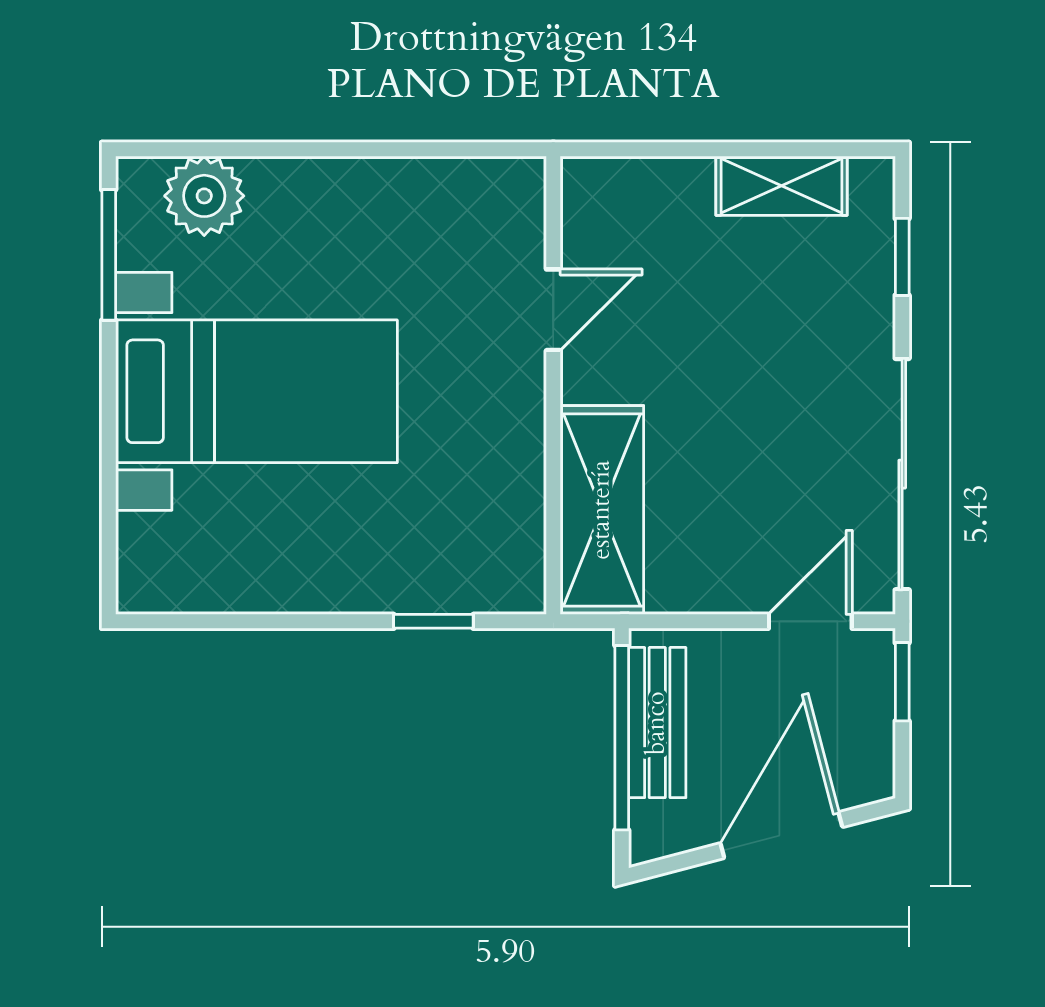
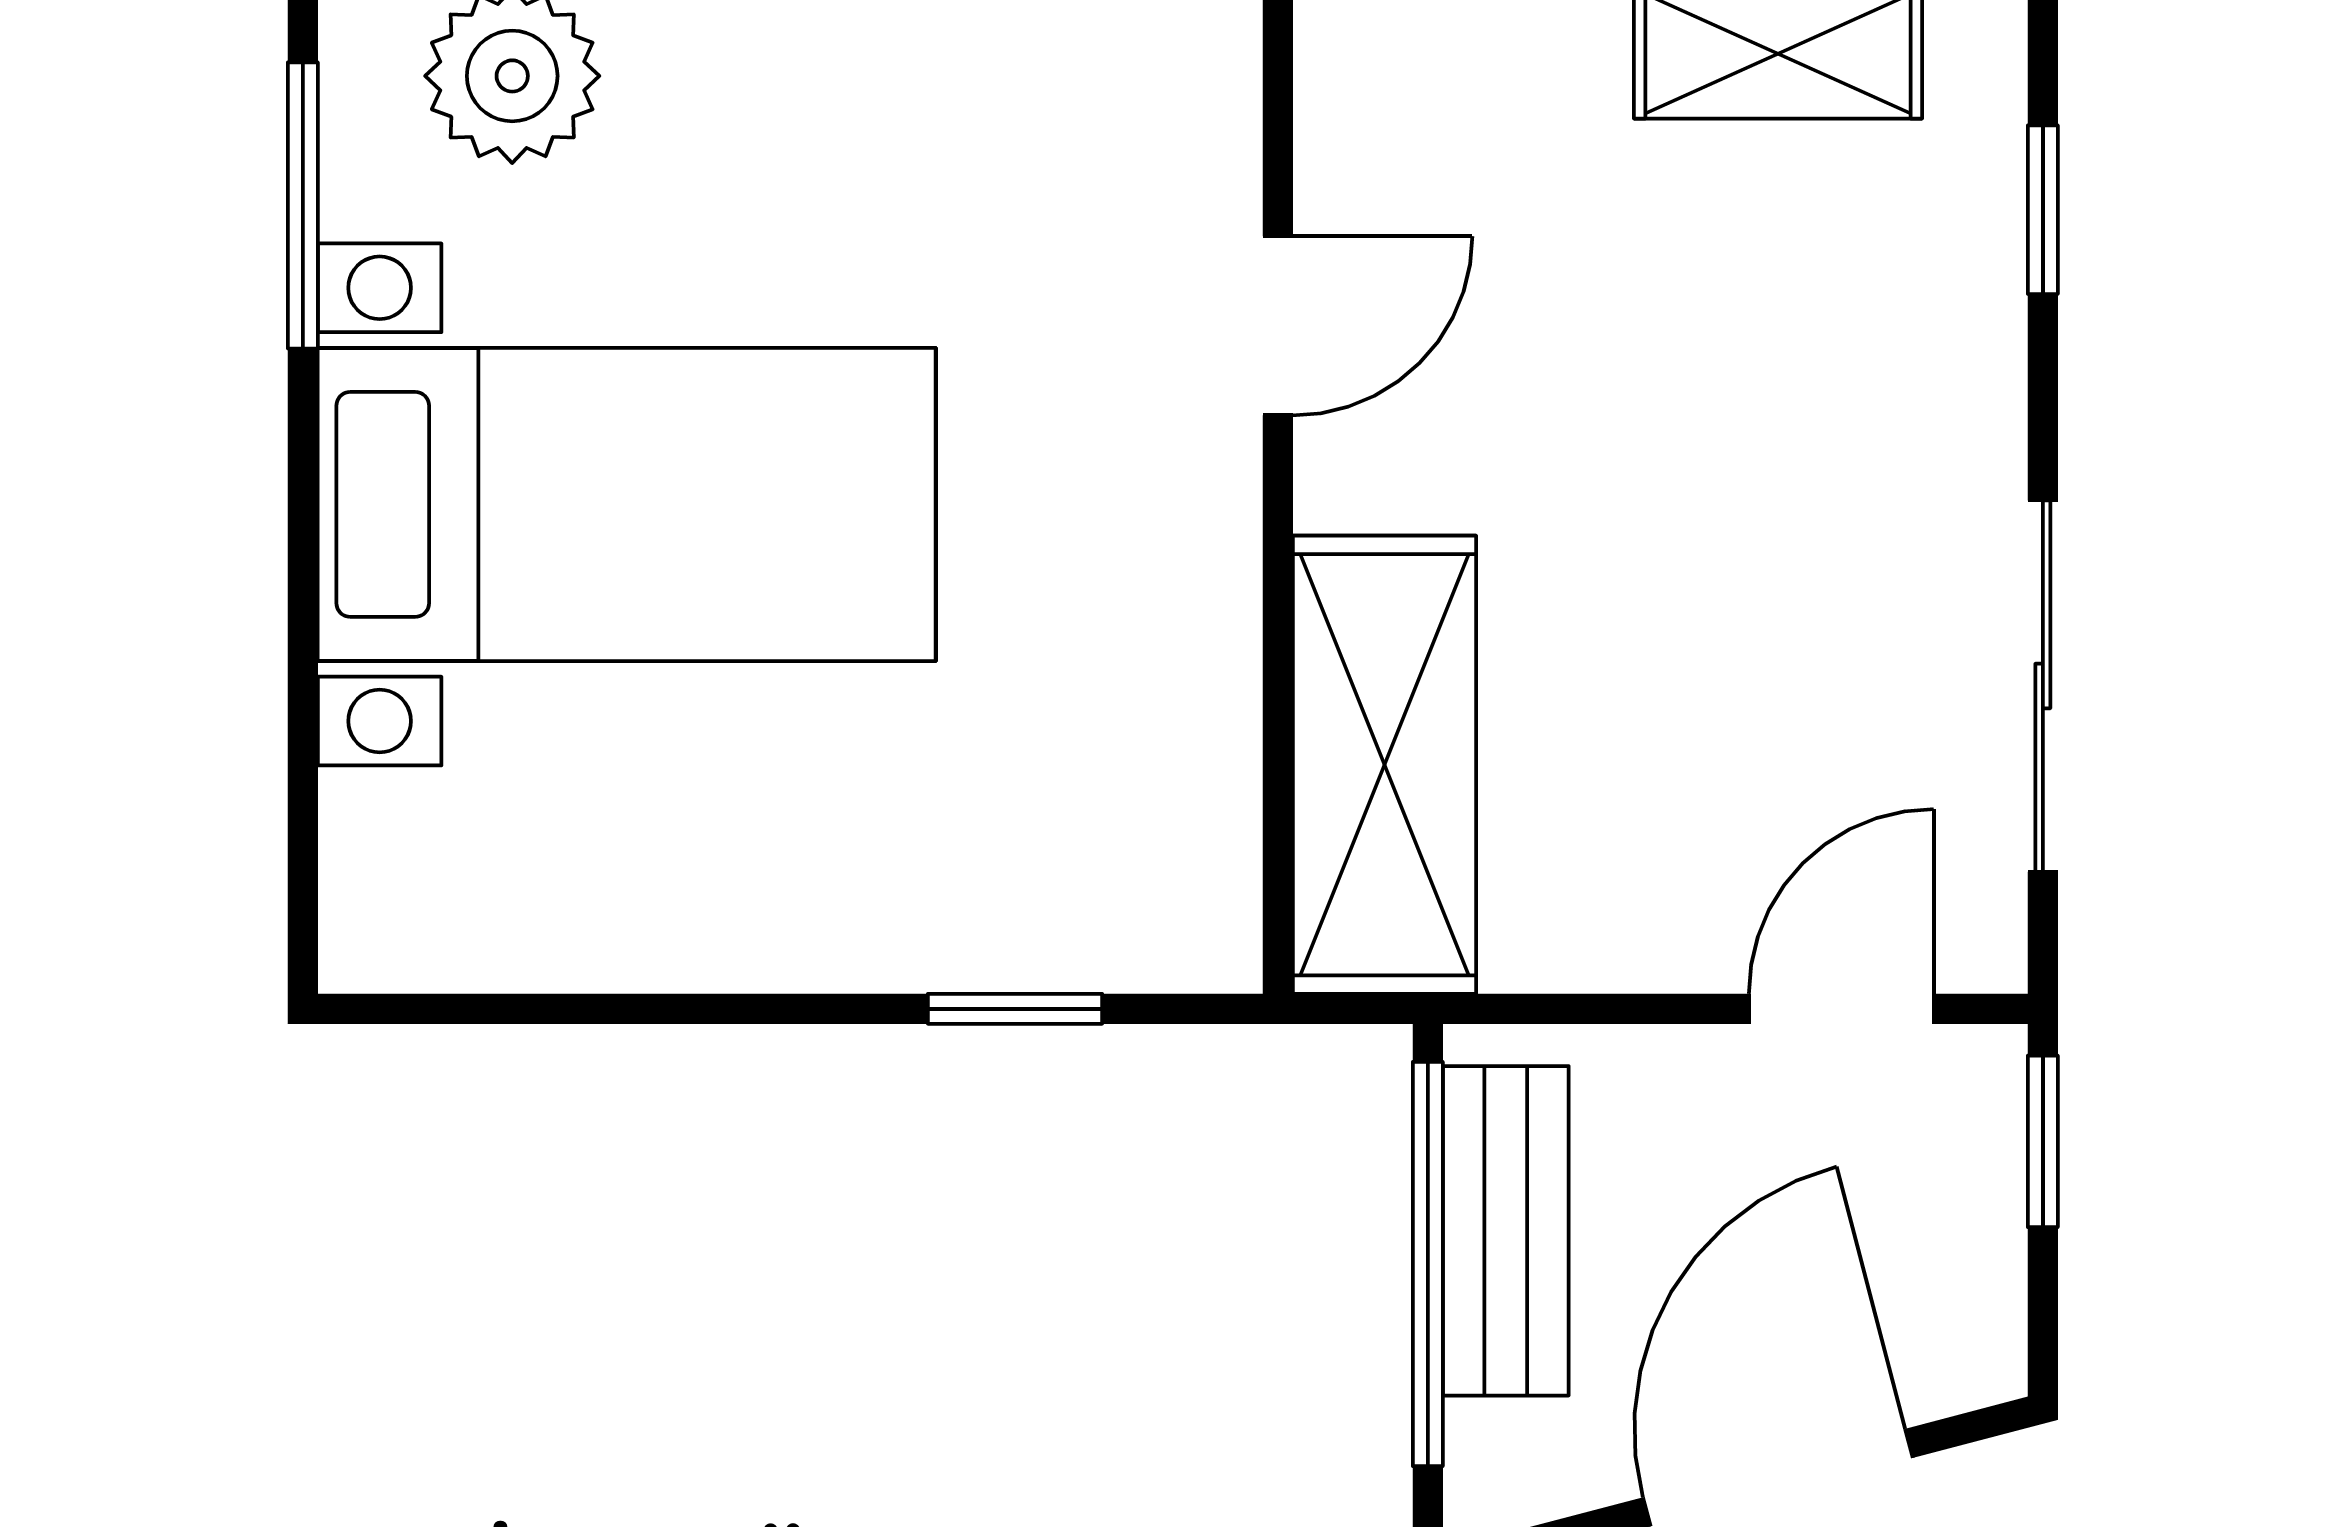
sliding door: (902, 474) -> (2043, 686), width x0.73

